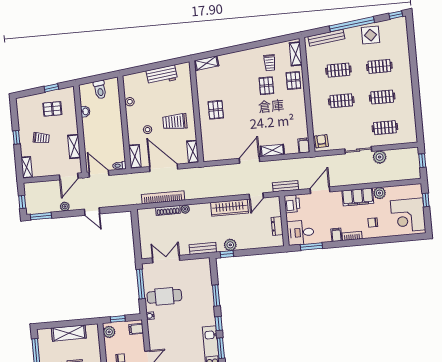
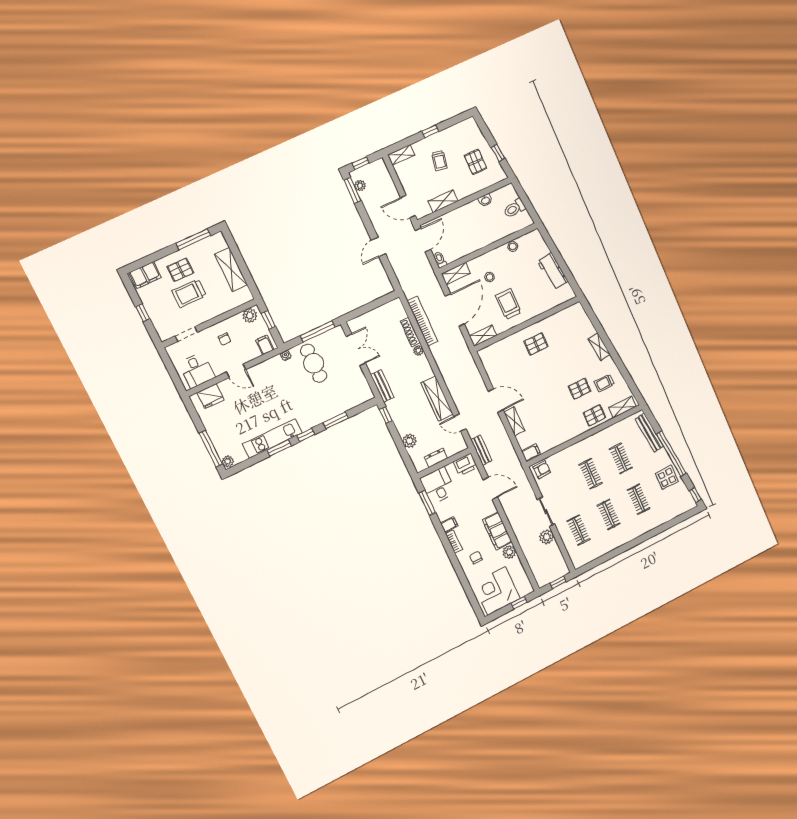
shelving: (207, 63) -> (599, 347), moved
plant: (65, 206) -> (360, 186), moved
plant: (230, 245) -> (409, 441), moved

